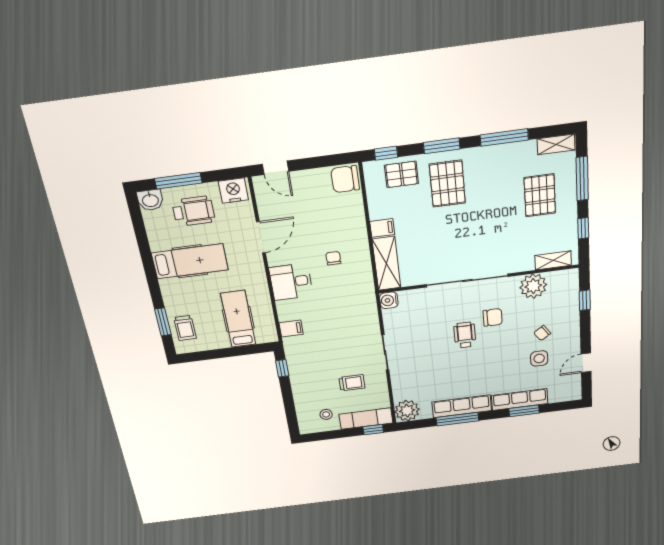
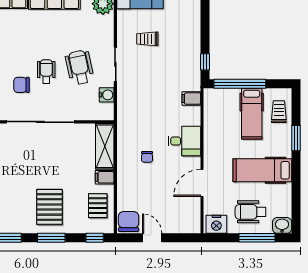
door: (276, 168) -> (152, 238), moved
pallet: (402, 174) -> (98, 206), moved, turned 90
chair: (345, 179) -> (129, 222), turned -90
water cooler: (389, 300) -> (107, 95), moved
hospital bed: (238, 319) -> (252, 114), moved
window: (163, 322) -> (296, 138), moved
wheelchair: (465, 335) -> (46, 71), turned 180
wheelchair: (426, 344) -> (80, 67), added
window: (237, 351) -> (240, 84), added
stool: (326, 414) -> (174, 10), removed

